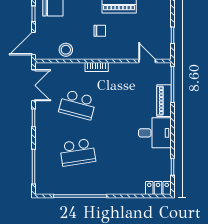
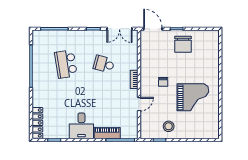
stool: (66, 50) -> (169, 126), moved
door: (147, 61) -> (139, 104), moved
school desk: (78, 105) -> (104, 64), width x0.54
locker: (158, 188) -> (37, 123), width x1.53

